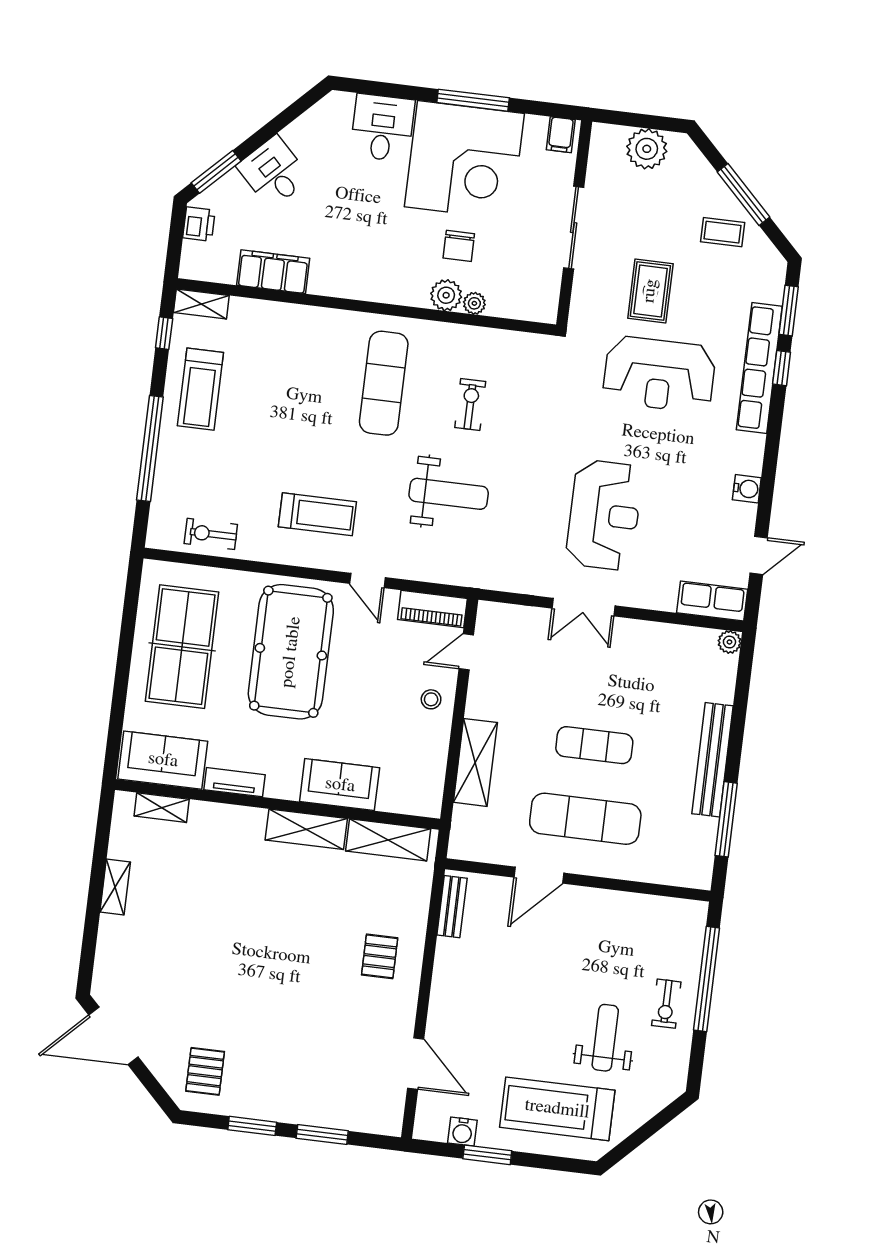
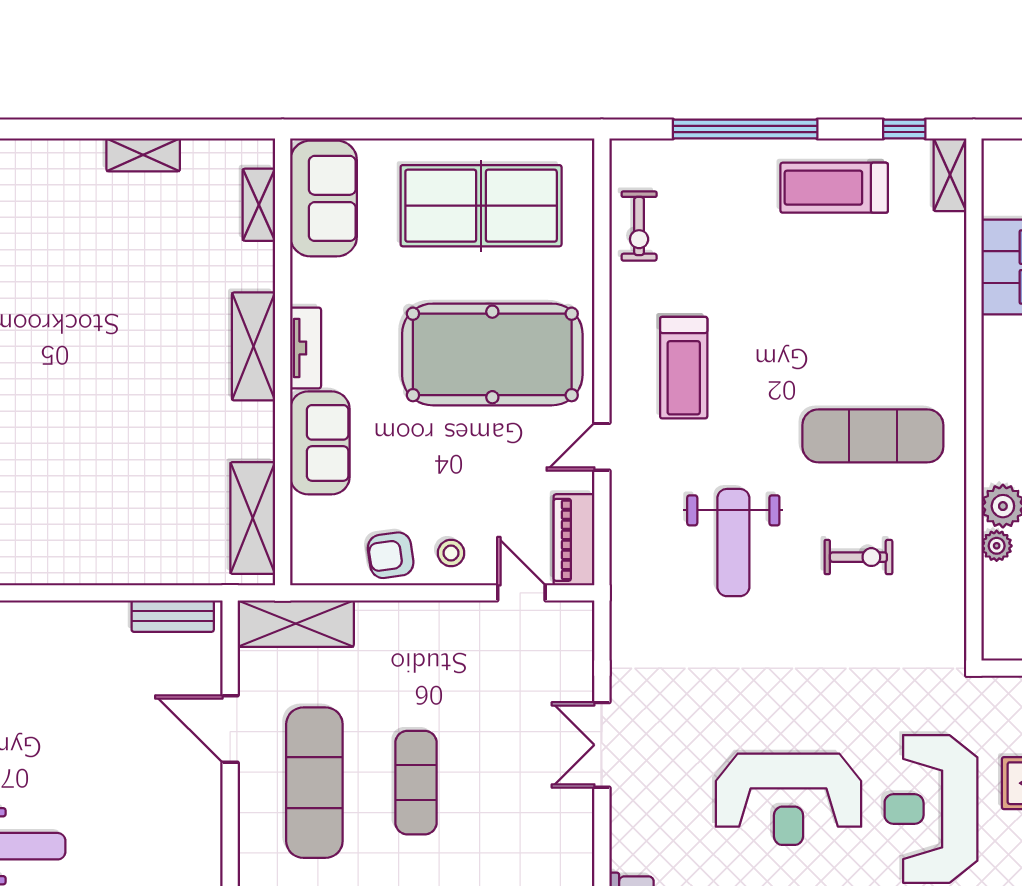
reception desk: (604, 515) -> (788, 799), moved
exercise bike: (211, 534) -> (639, 226), turned 180
armchair: (427, 743) -> (391, 555), added
shelving: (475, 762) -> (296, 624), moved
tv unit: (235, 782) -> (306, 348), moved
shelving: (306, 829) -> (254, 346), moved
pallet: (380, 956) -> (93, 526), removed

